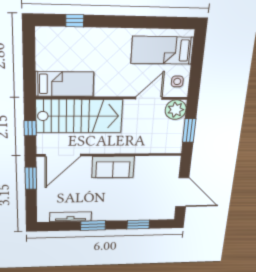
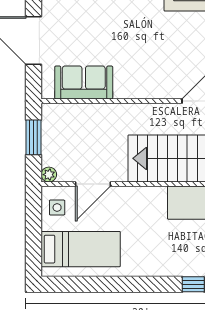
plant: (176, 110) -> (49, 175), width x0.53, depth x0.53
sofa: (113, 167) -> (84, 82), moved

